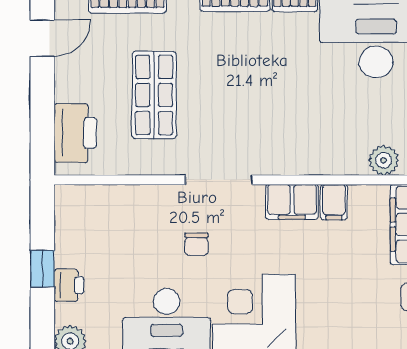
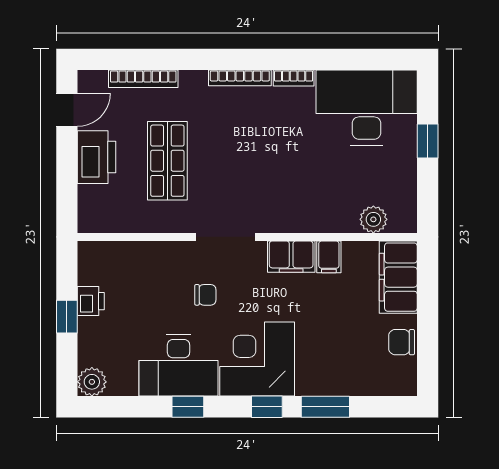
printer: (75, 133) -> (97, 157), moved
chair: (196, 244) -> (205, 295), turned -90
printer: (69, 285) -> (91, 301), moved

